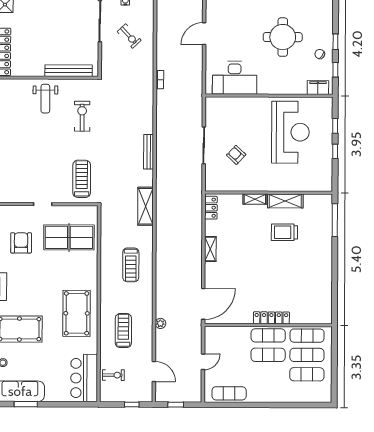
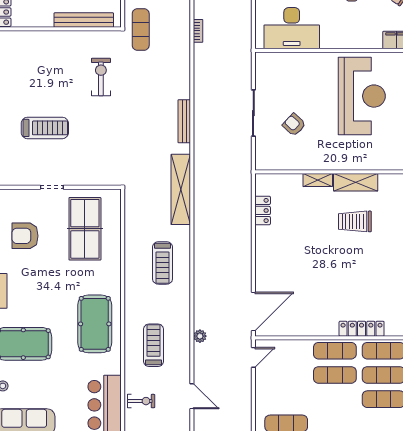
exercise mat: (114, 78) -> (141, 29), added
weight bench: (45, 99) -> (55, 55), removed
treadmill: (82, 179) -> (45, 128), moved, turned 90
shelving: (146, 206) -> (181, 189), width x1.47
locker: (211, 208) -> (263, 210), moved
table tennis table: (69, 237) -> (85, 229), turned 90
armchair: (21, 243) -> (25, 236), turned -90
shelving: (210, 249) -> (262, 243), removed
locker: (271, 318) -> (362, 329), moved
door: (203, 362) -> (253, 357), moved

